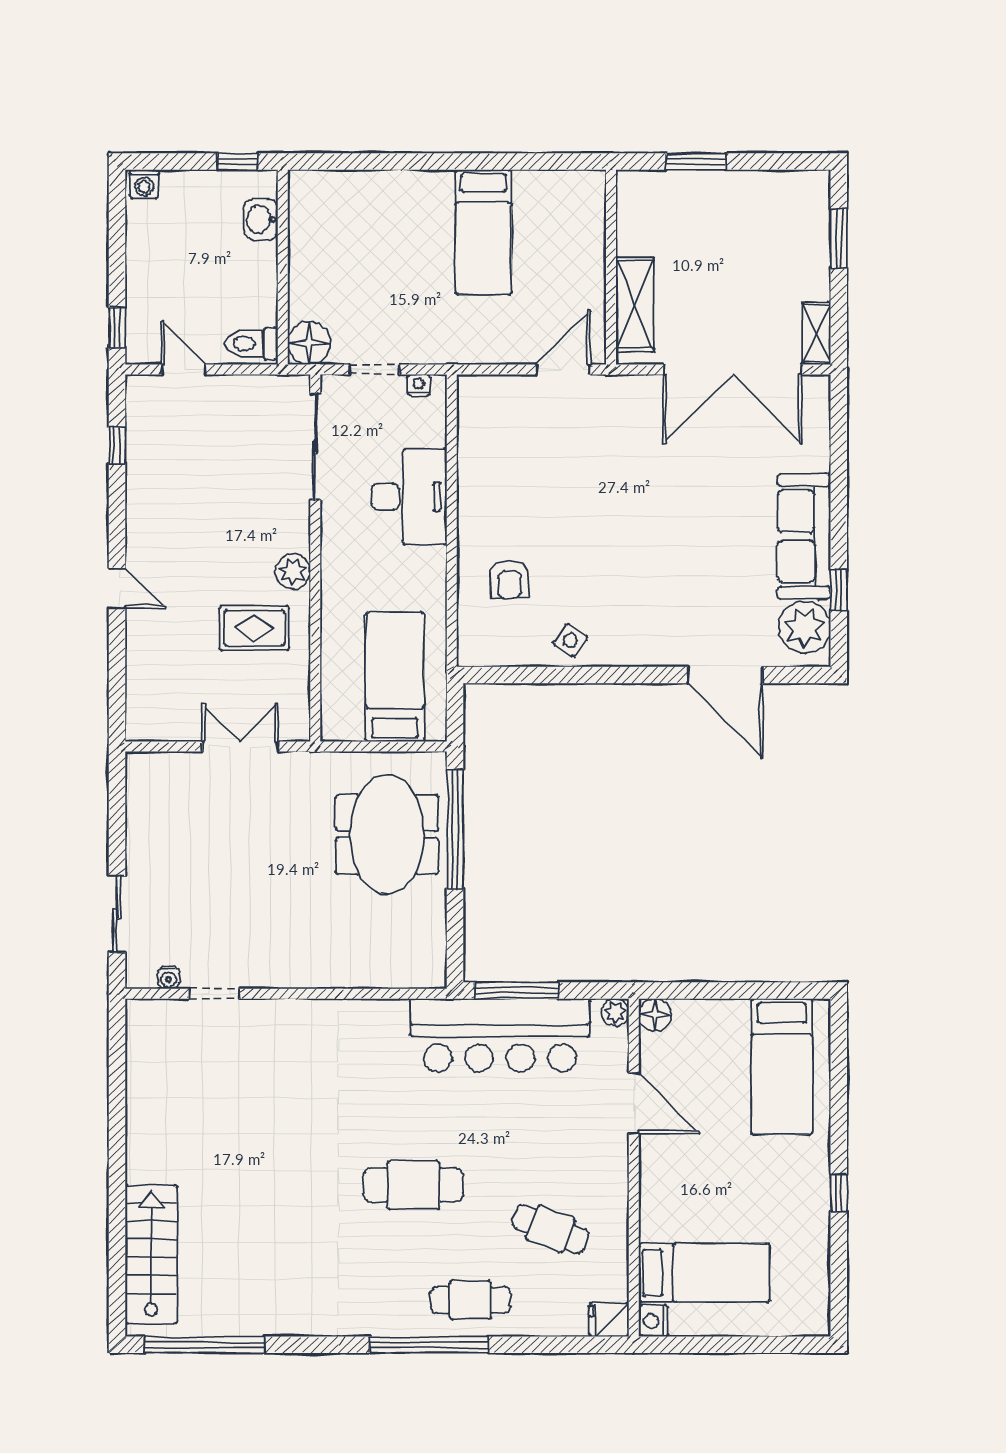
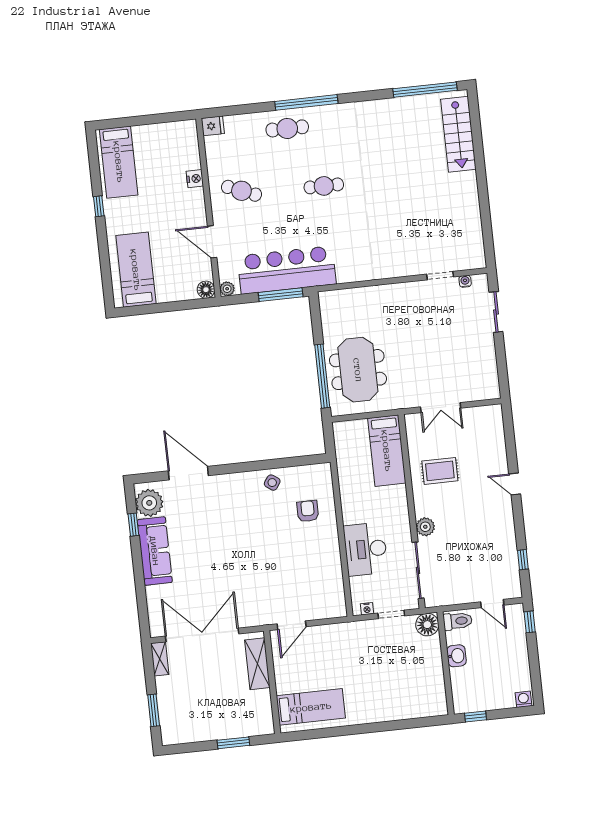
washbasin: (261, 219) -> (456, 656), moved
bed: (483, 232) -> (311, 707), moved, turned 90
plant: (293, 571) -> (425, 527), moved
bed: (395, 677) -> (387, 451), moved
cafe table: (413, 1185) -> (324, 186), width x0.73, depth x0.74
cafe table: (550, 1229) -> (241, 191), moved
bed: (704, 1273) -> (119, 162), moved, turned -90
nightstand: (653, 1321) -> (195, 179), moved

